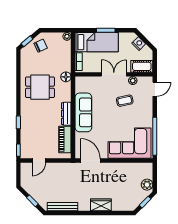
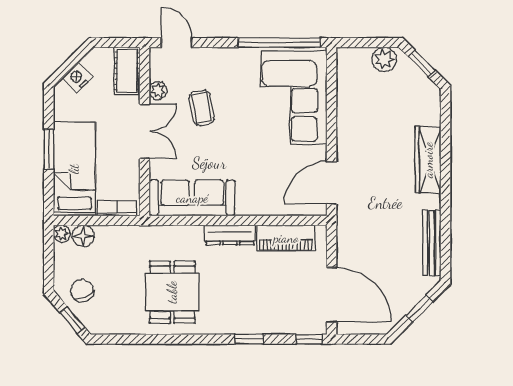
double door: (114, 74) -> (145, 131), swing flipped
floor lamp: (66, 77) -> (83, 236), moved
sofa: (83, 112) -> (192, 198), moved
door: (39, 160) -> (332, 295), width x1.88
wardrobe: (101, 205) -> (428, 160), width x1.50

